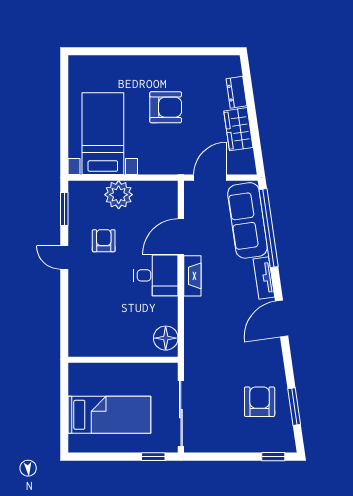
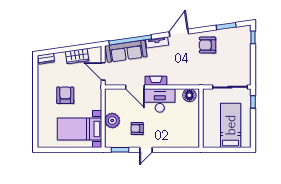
dresser: (236, 92) -> (46, 59), moved
desk: (156, 275) -> (160, 100), width x1.37
door: (282, 319) -> (179, 33), swing flipped
armchair: (260, 402) -> (207, 45), moved

